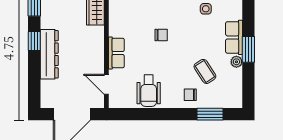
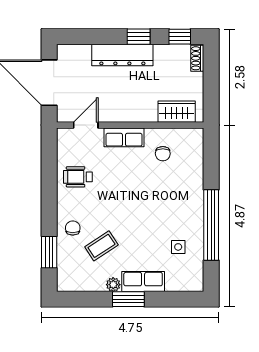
chair: (161, 35) -> (163, 154), moved
wheelchair: (149, 91) -> (78, 177), width x0.73, depth x0.73

